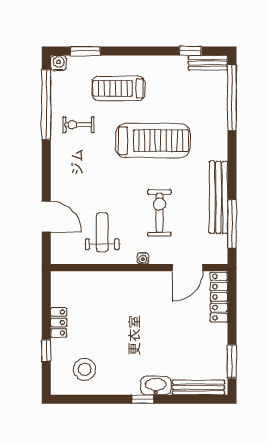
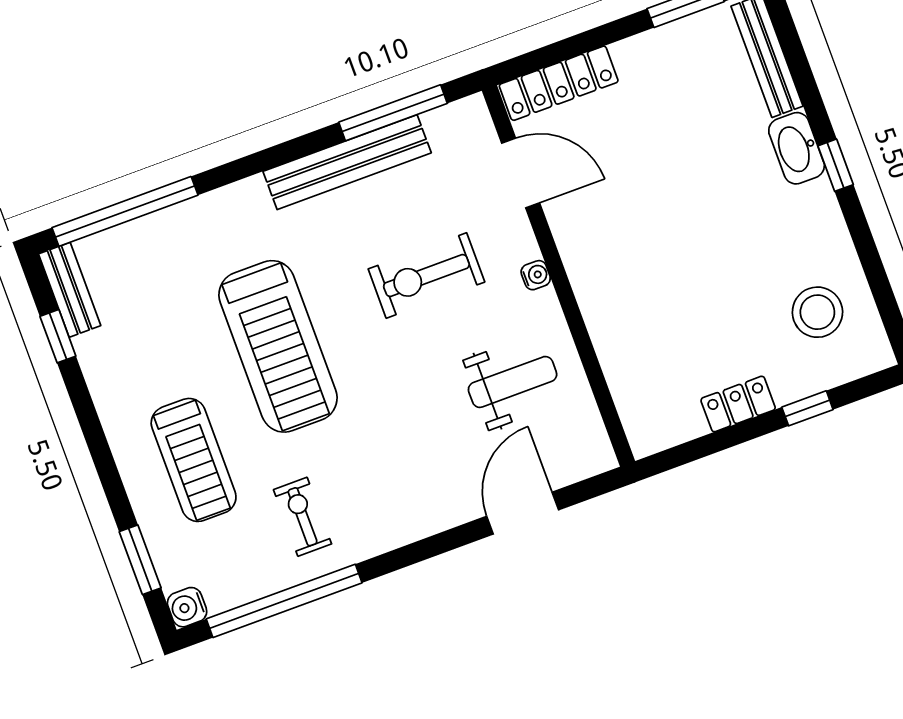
exercise bike: (78, 125) -> (303, 517), turned 180
treadmill: (153, 141) -> (278, 346), turned 180
weight bench: (102, 232) -> (513, 382), turned 180

